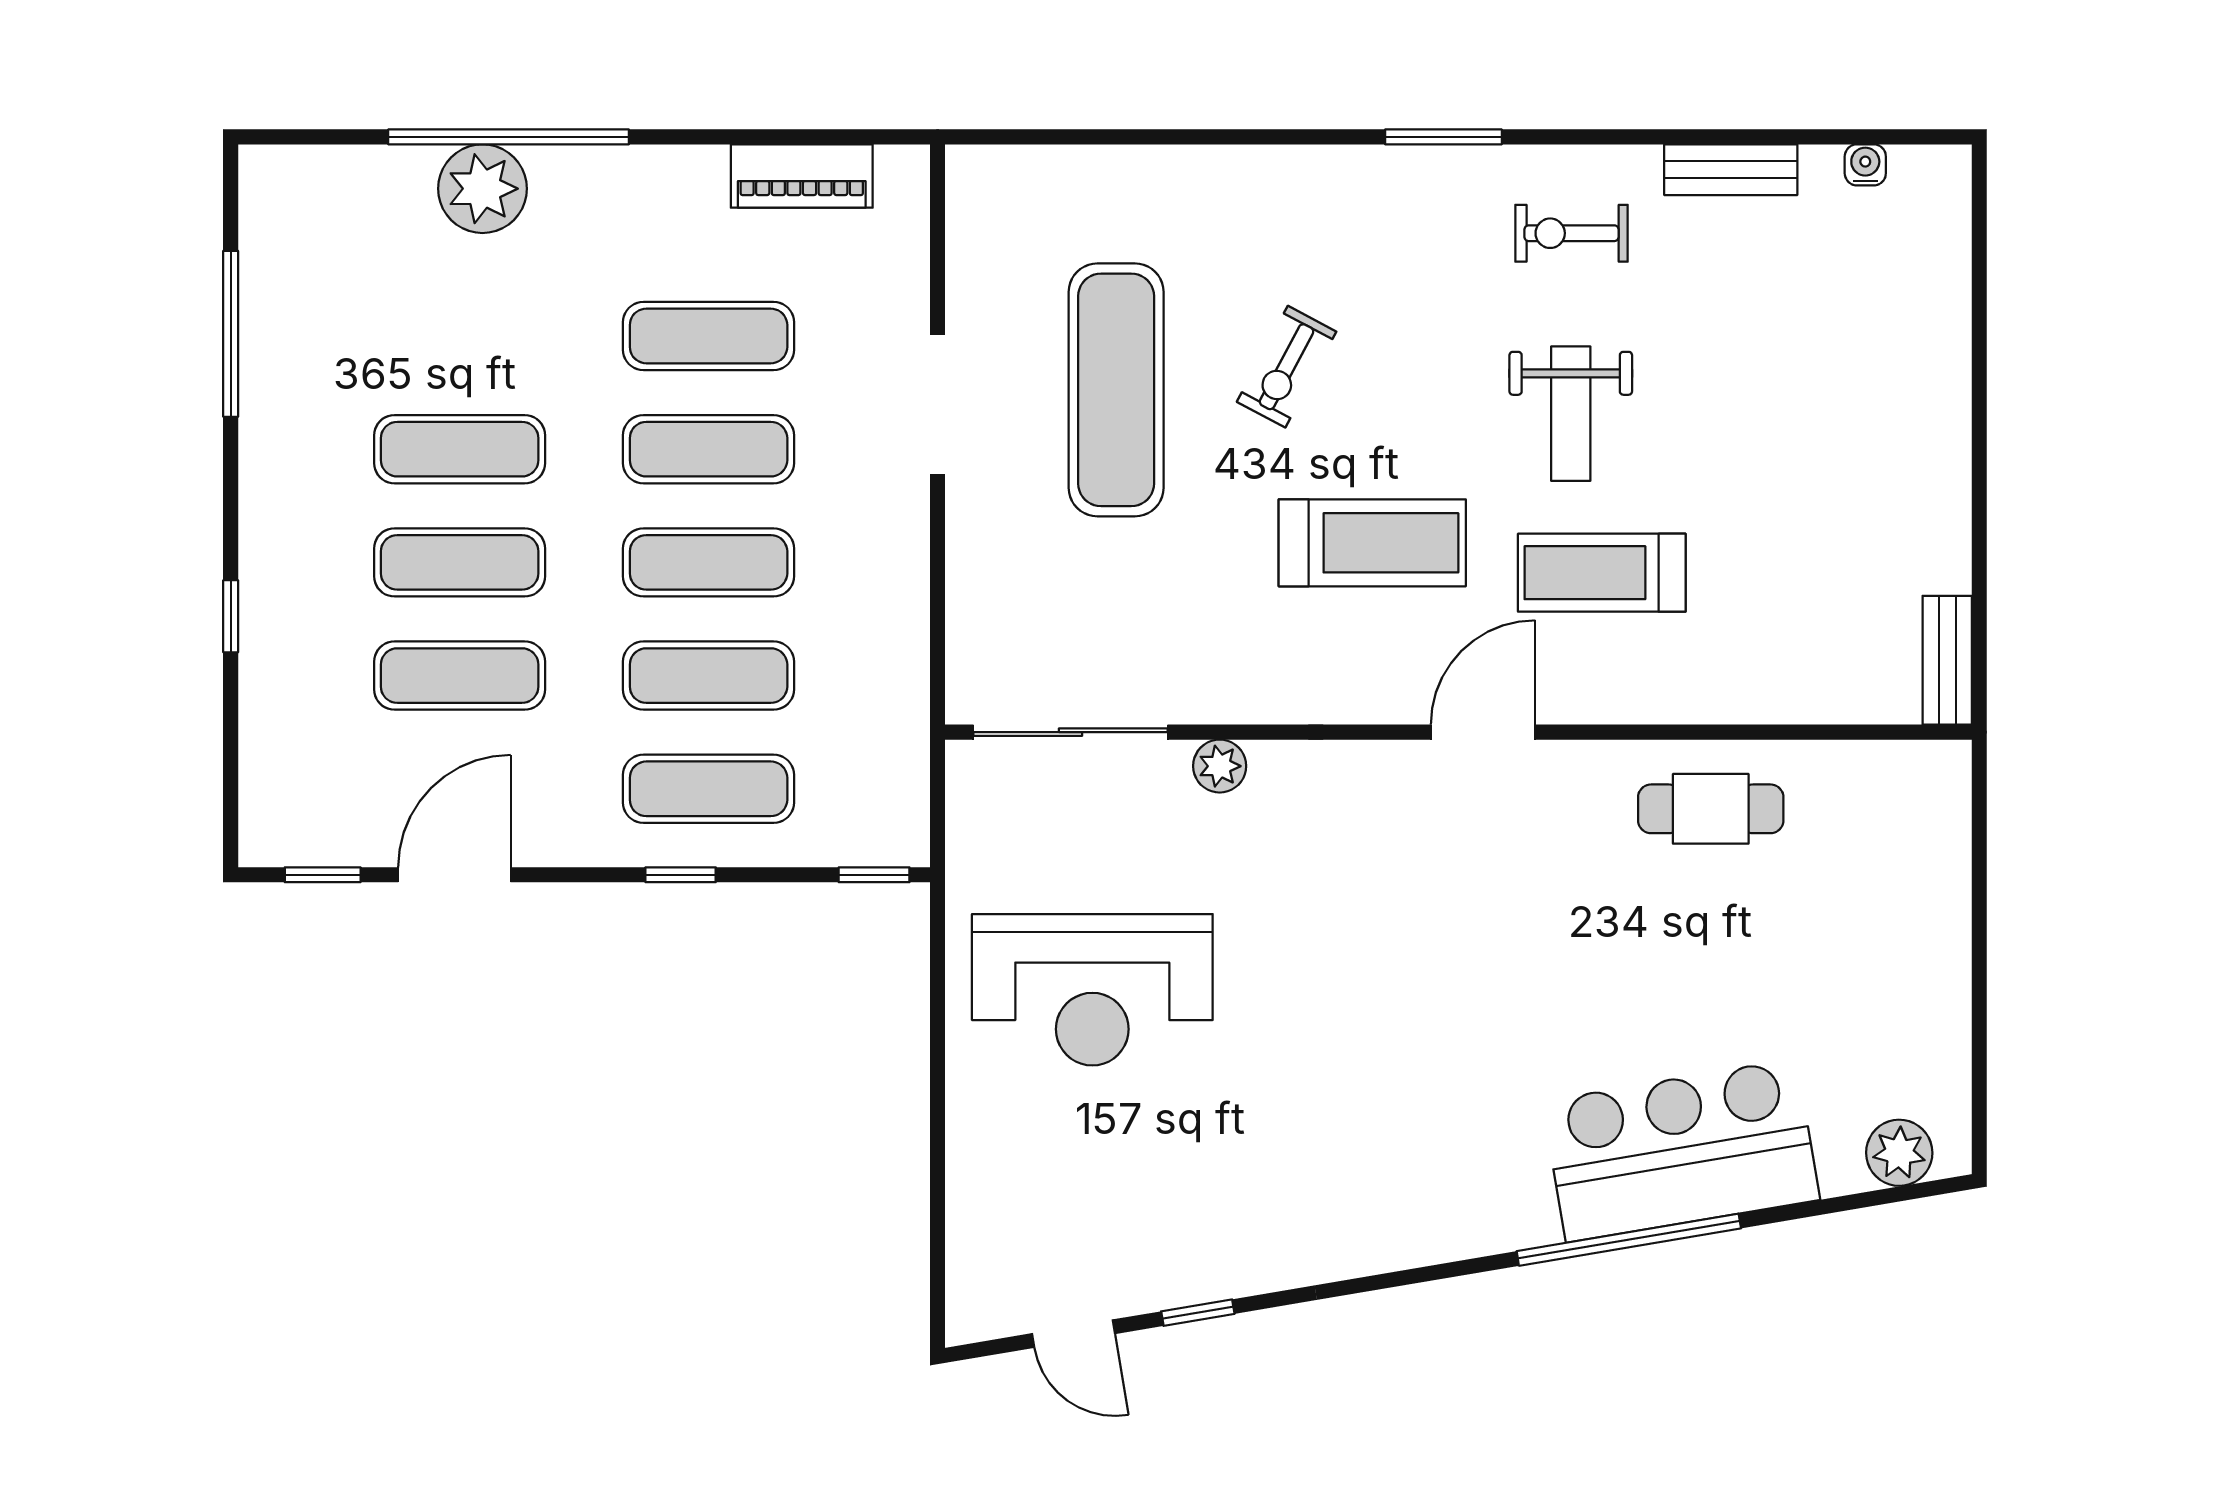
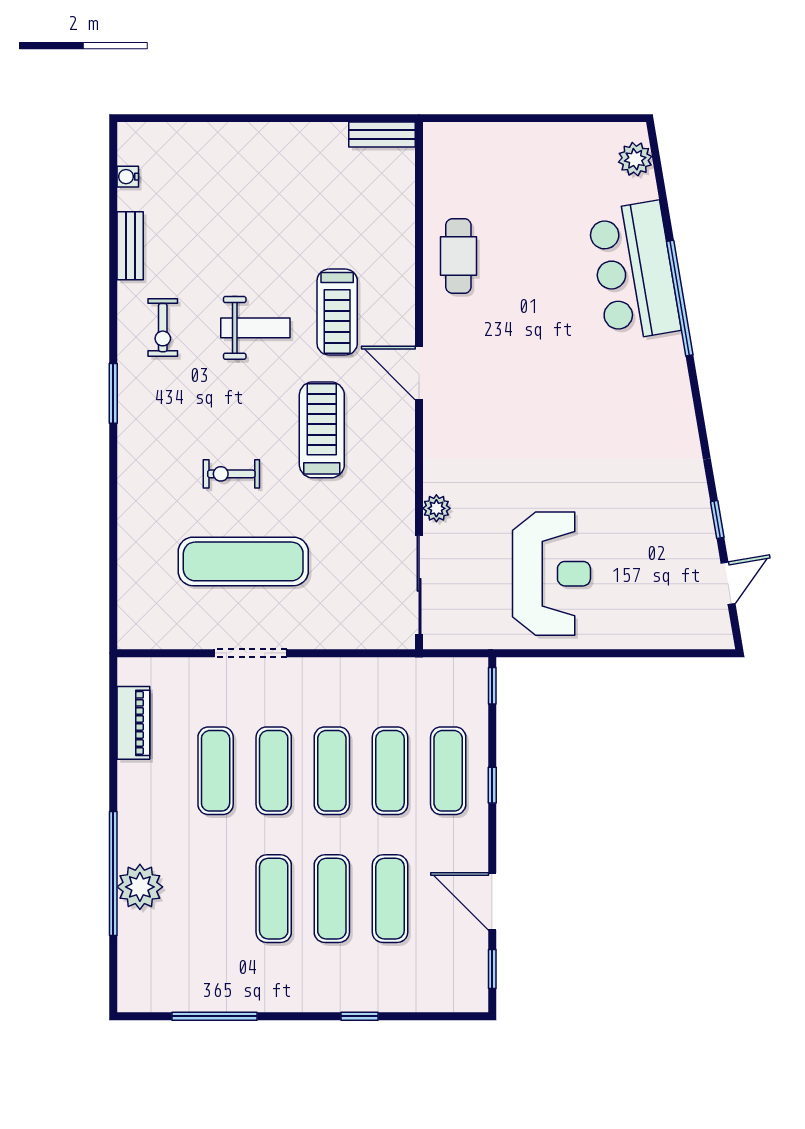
exercise bike: (1287, 367) -> (231, 474), turned 152

